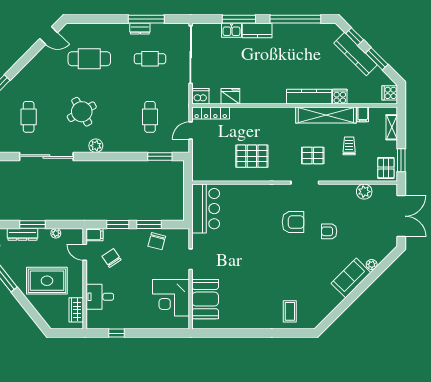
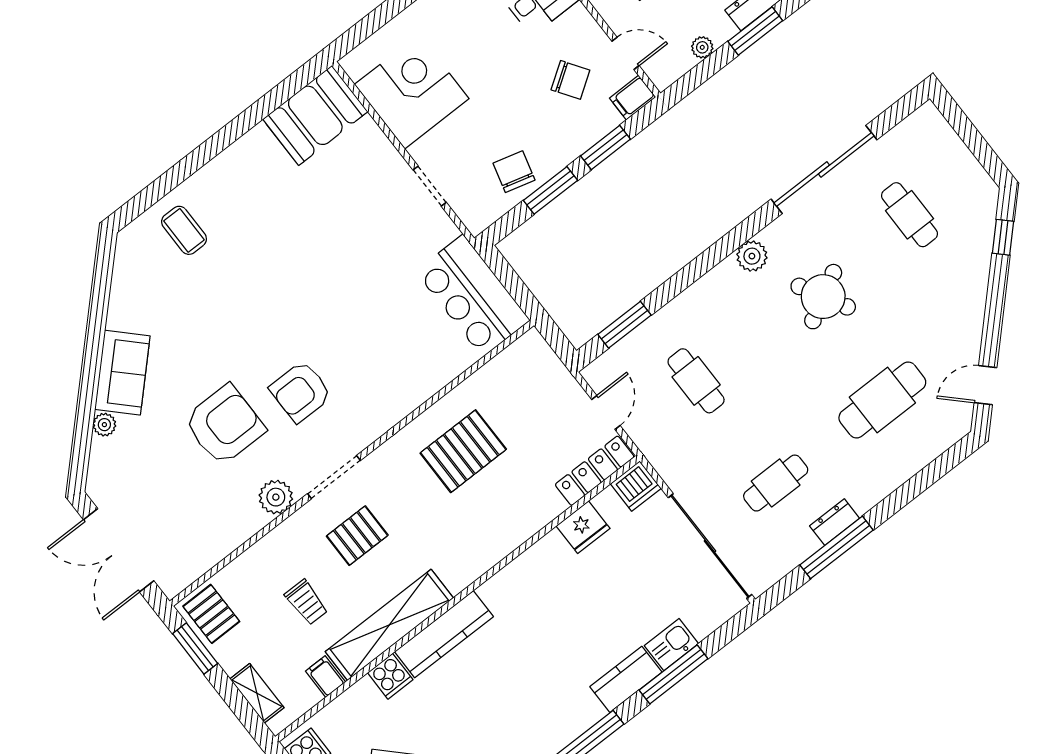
plant: (364, 192) -> (276, 497), moved
armchair: (329, 231) -> (224, 425), width x1.88, depth x1.88
booth: (205, 299) -> (315, 115), moved, turned 90

